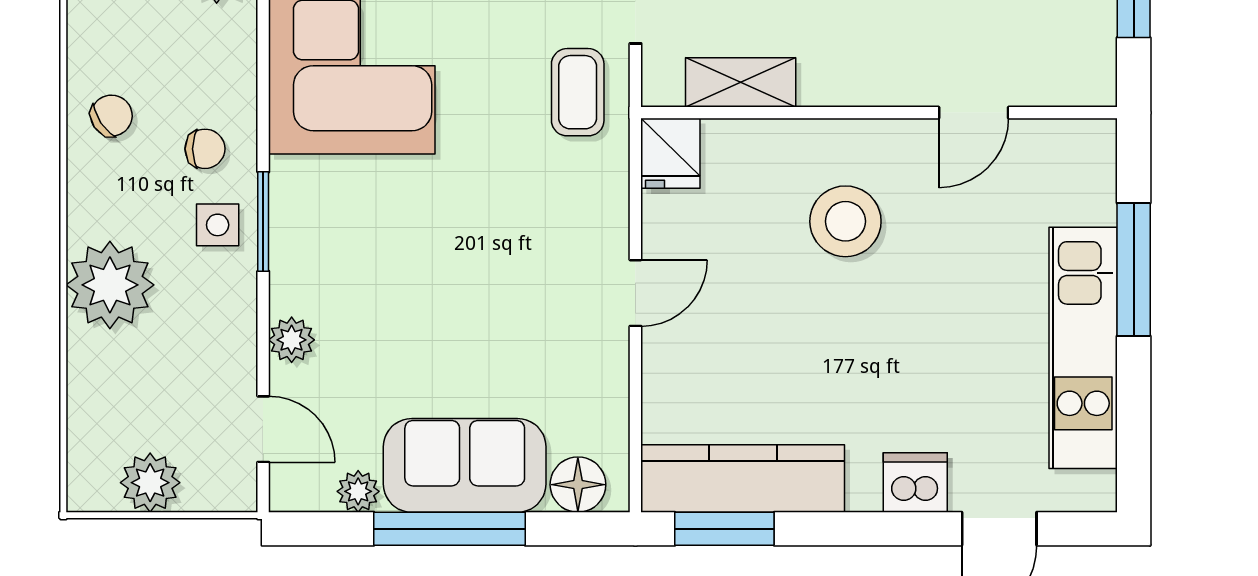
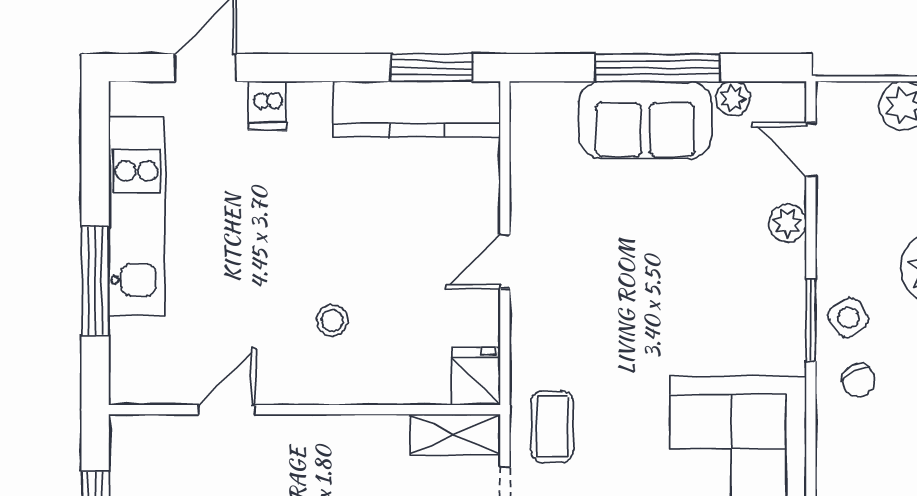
shelving: (741, 82) -> (455, 435), moved
chair: (205, 149) -> (859, 380), turned -116
stool: (845, 221) -> (332, 320), width x0.53, depth x0.53
side table: (218, 225) -> (848, 317), turned -33
dishwasher: (915, 483) -> (268, 106), width x0.73
floor lamp: (578, 485) -> (552, 104), removed

